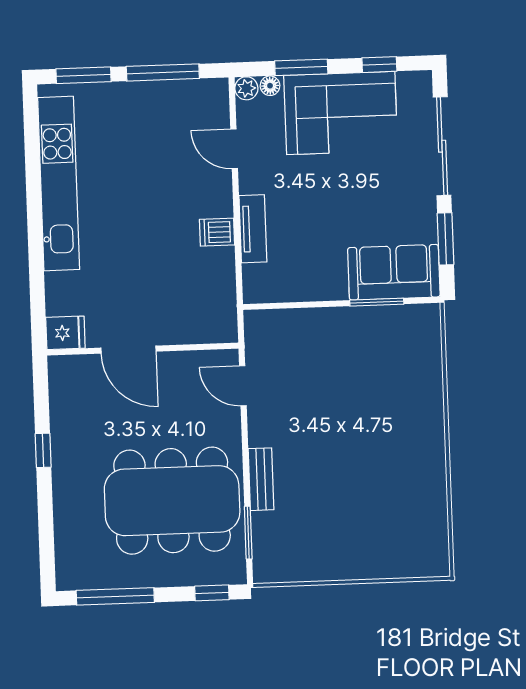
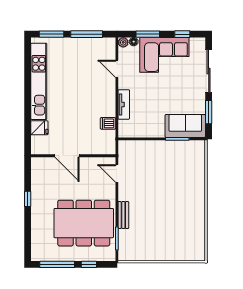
dishwasher: (217, 232) -> (108, 123), moved
fridge: (65, 333) -> (39, 128), moved
window: (212, 593) -> (89, 264), moved

